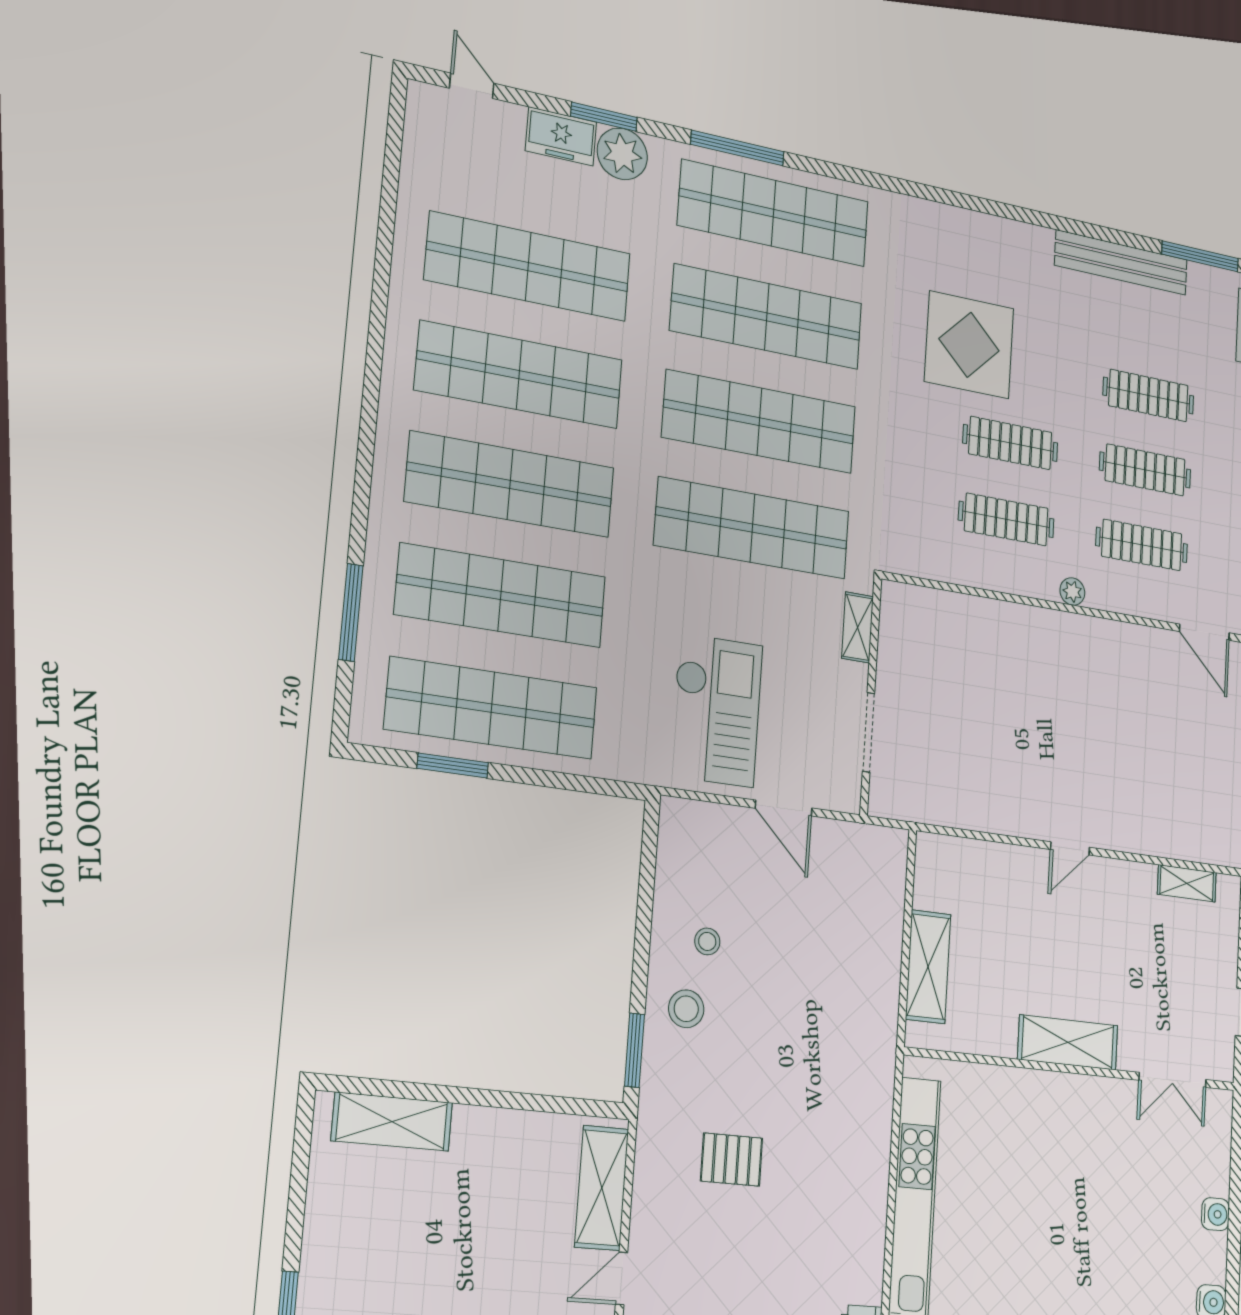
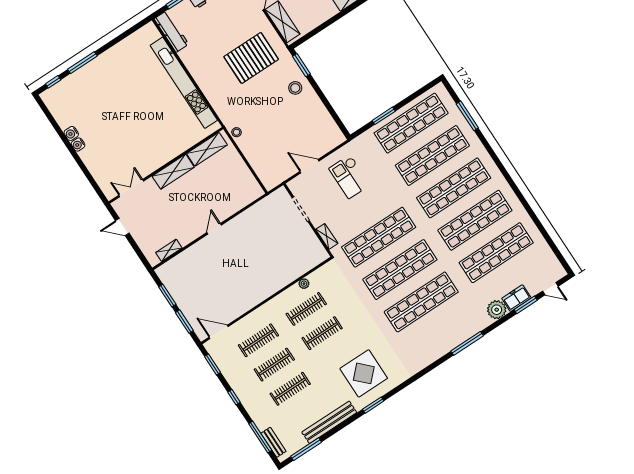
window: (604, 117) -> (526, 305), moved
shop shelf: (774, 213) -> (442, 334), removed
window: (1015, 213) -> (373, 405), added
display table: (969, 345) -> (364, 373), moved
plant: (1072, 592) -> (304, 284), moved
checkout: (716, 710) -> (349, 177), width x0.73, depth x0.83
window: (453, 765) -> (384, 116), moved
stool: (707, 941) -> (236, 132), moved
shelving: (928, 967) -> (207, 149), moved, turned 90
pallet: (732, 1160) -> (251, 58), width x2.05, depth x2.00
water cooler: (1215, 1214) -> (78, 144), moved

